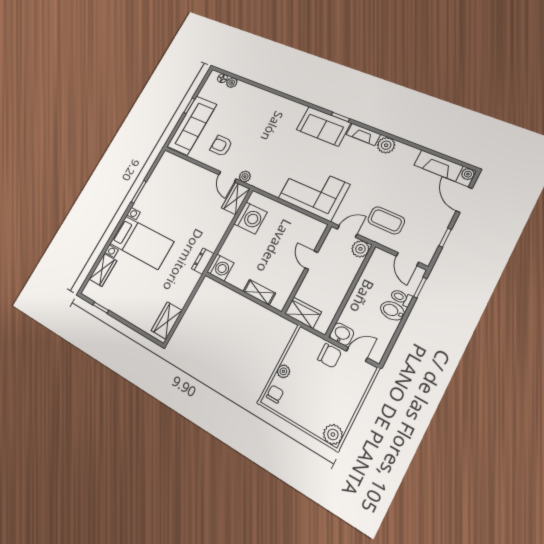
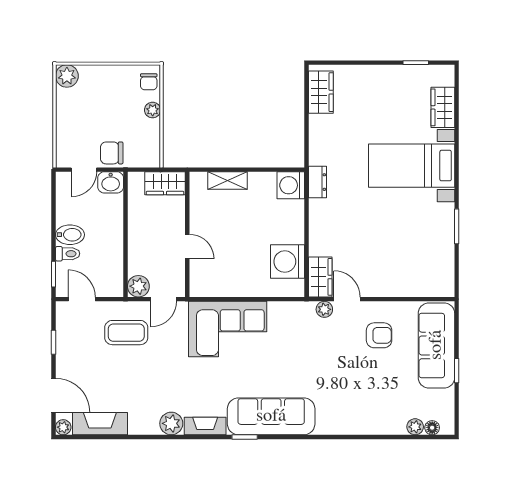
sofa: (324, 126) -> (271, 416), width x1.36

